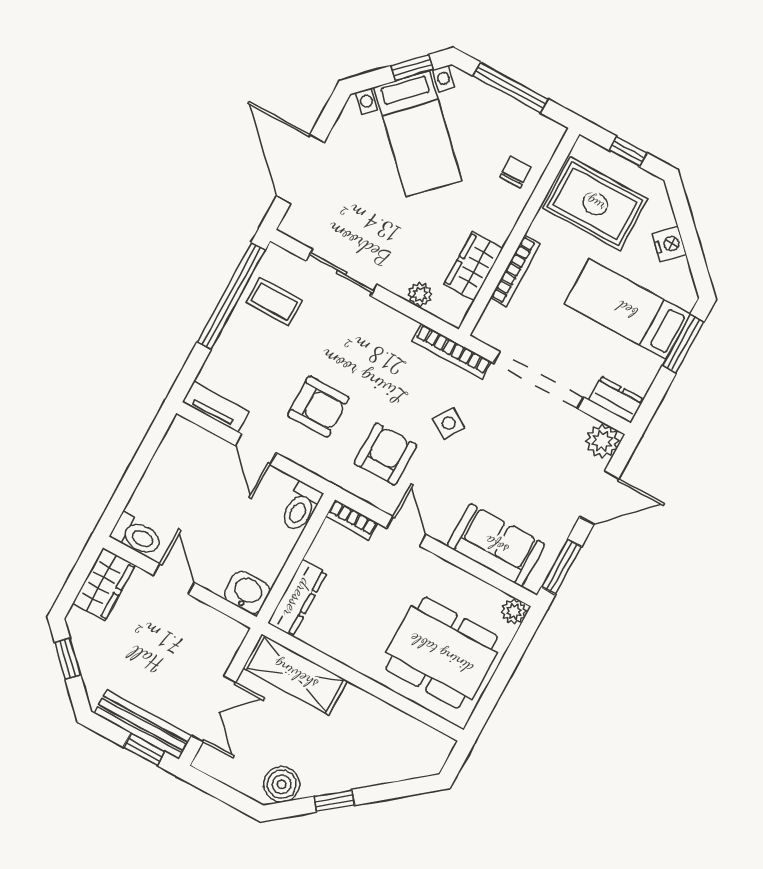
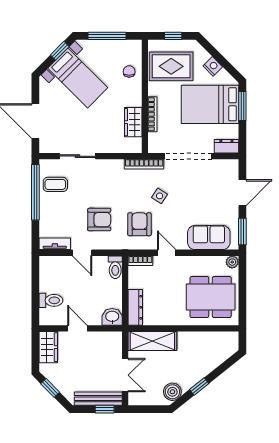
plant: (420, 295) -> (117, 147), removed
bed: (627, 309) -> (210, 104), width x1.50
plant: (602, 441) -> (230, 167), removed
toilet: (137, 535) -> (51, 300), moved

